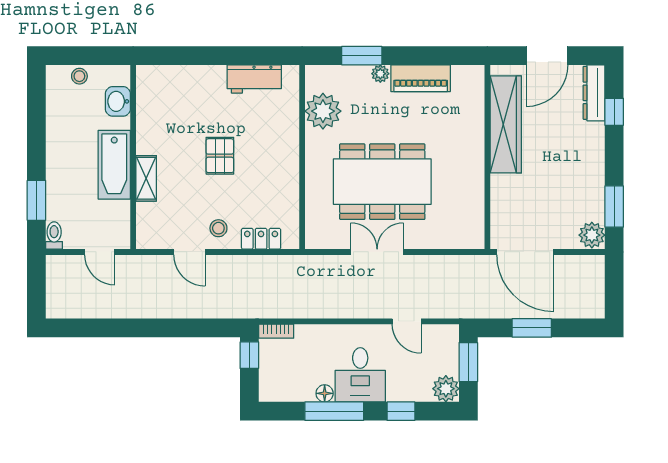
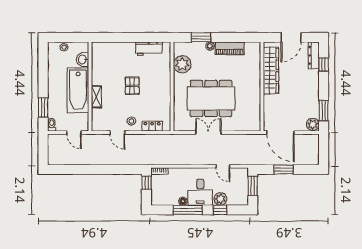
bathtub: (114, 165) -> (78, 90), width x1.36, depth x1.36
plant: (446, 389) -> (220, 199), moved

